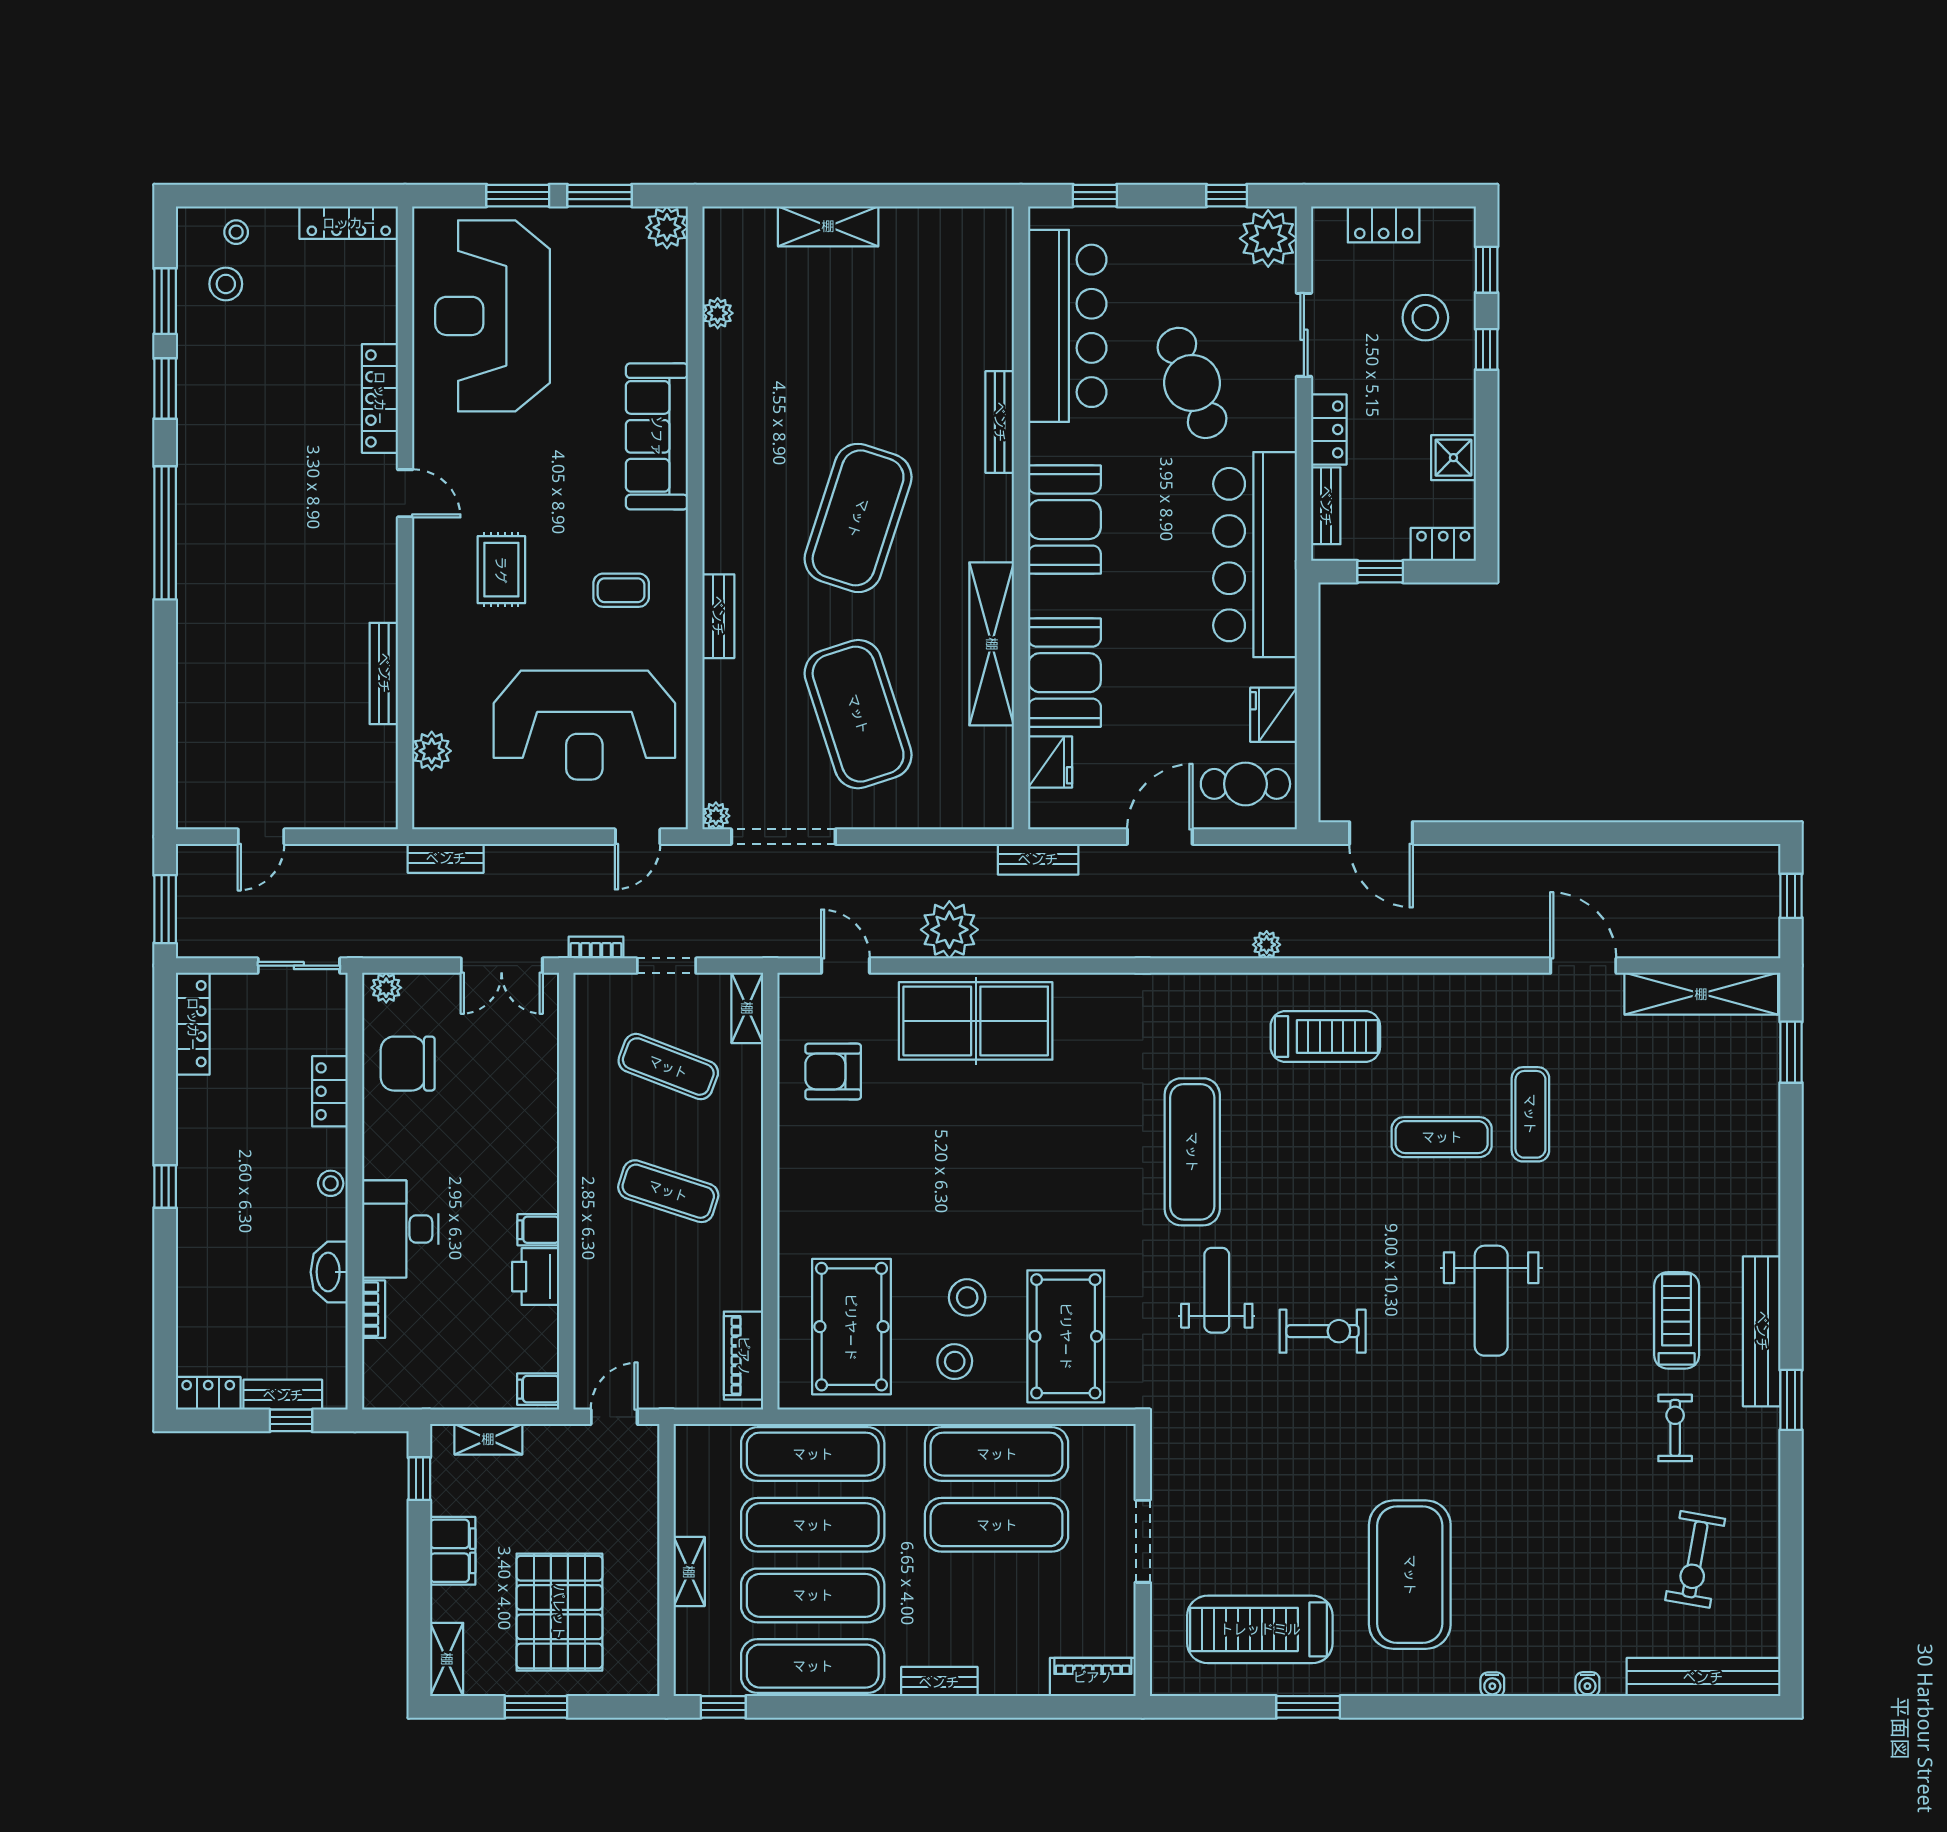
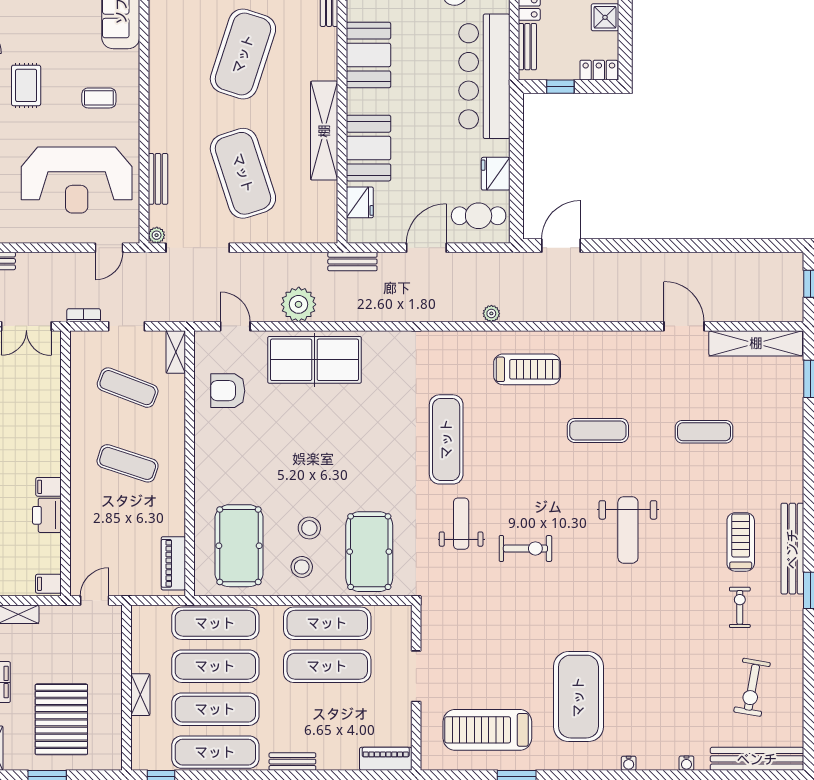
bench: (718, 616) -> (158, 179), moved
door: (1381, 833) -> (561, 246), swing flipped
exercise mat: (1530, 1114) -> (704, 432), moved, turned 90

